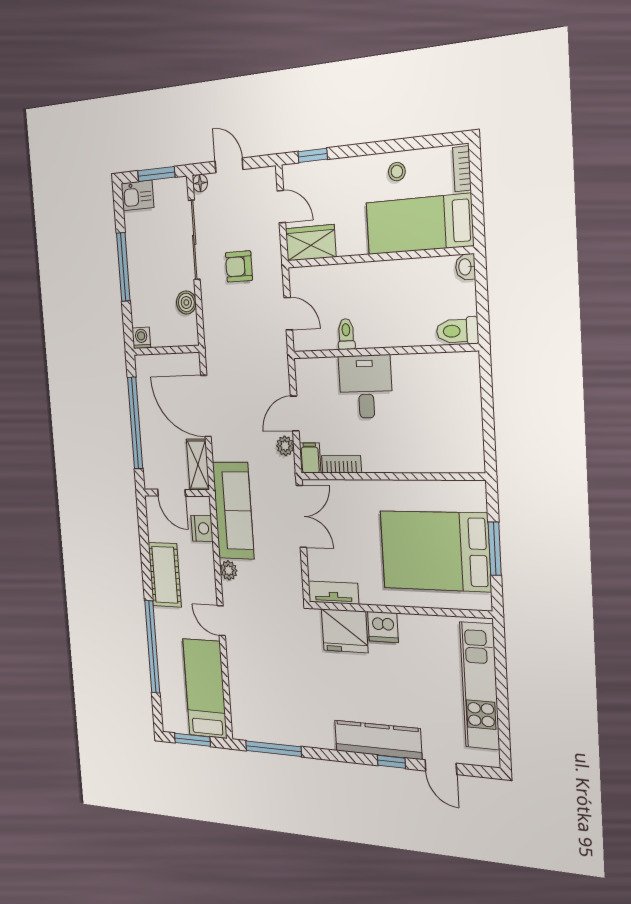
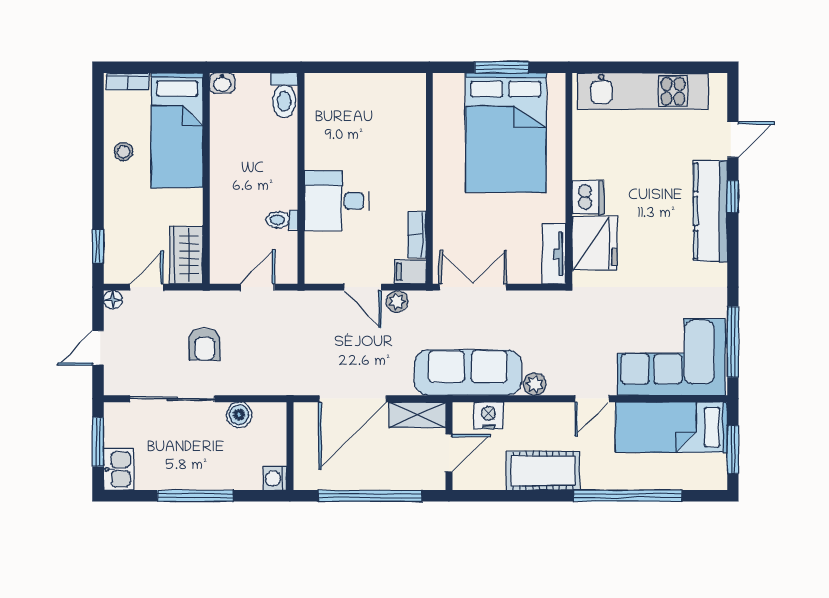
floor lamp: (200, 183) -> (113, 300), moved
corner sofa: (258, 693) -> (671, 357), added

